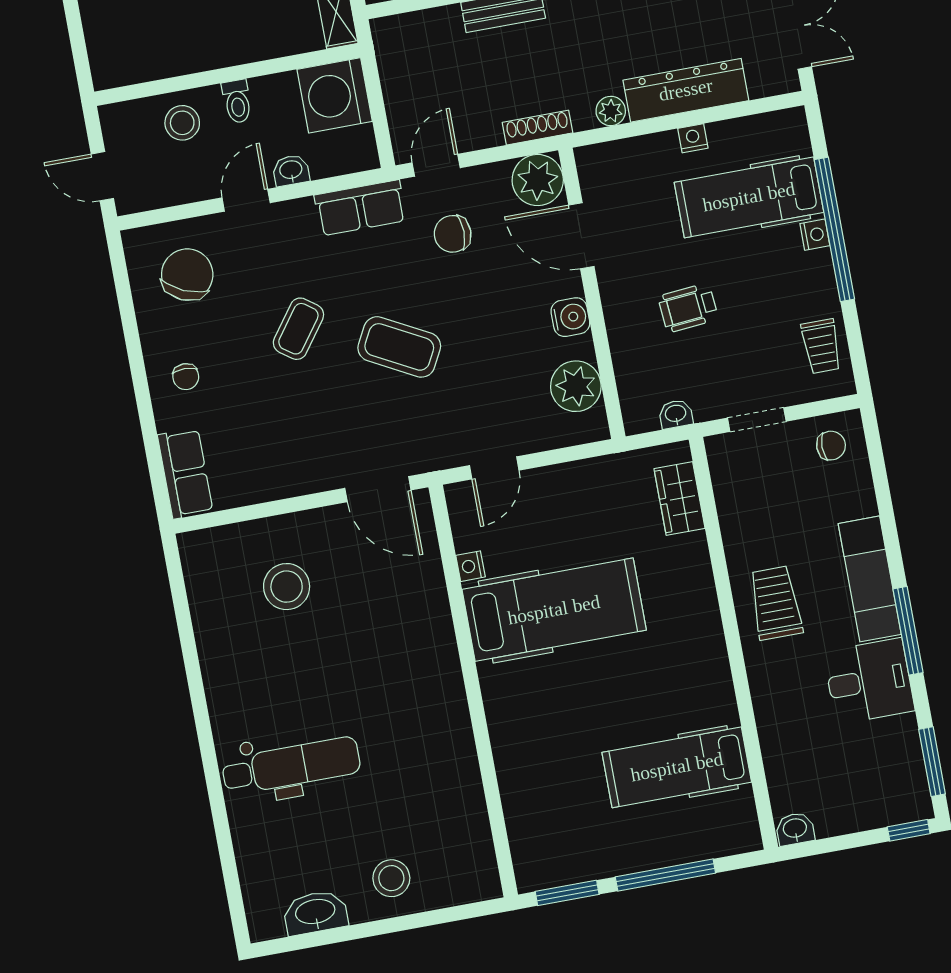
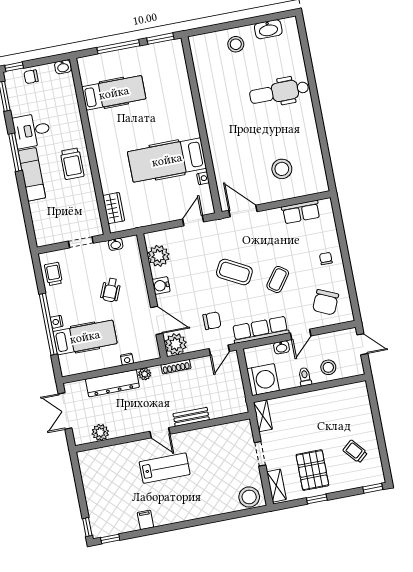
nightstand: (693, 138) -> (127, 359), moved
row of seats: (360, 208) -> (260, 330), width x1.48
wheelchair: (688, 308) -> (111, 290), turned 118
chair: (831, 446) -> (31, 77), moved
row of seats: (185, 473) -> (301, 212), moved, turned -90

